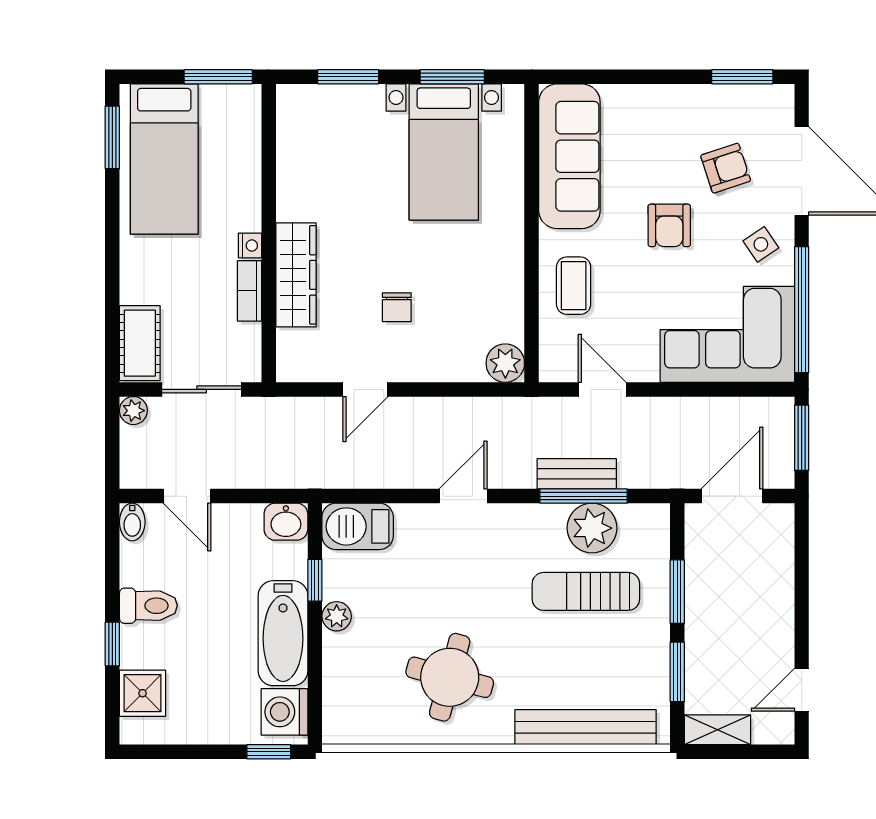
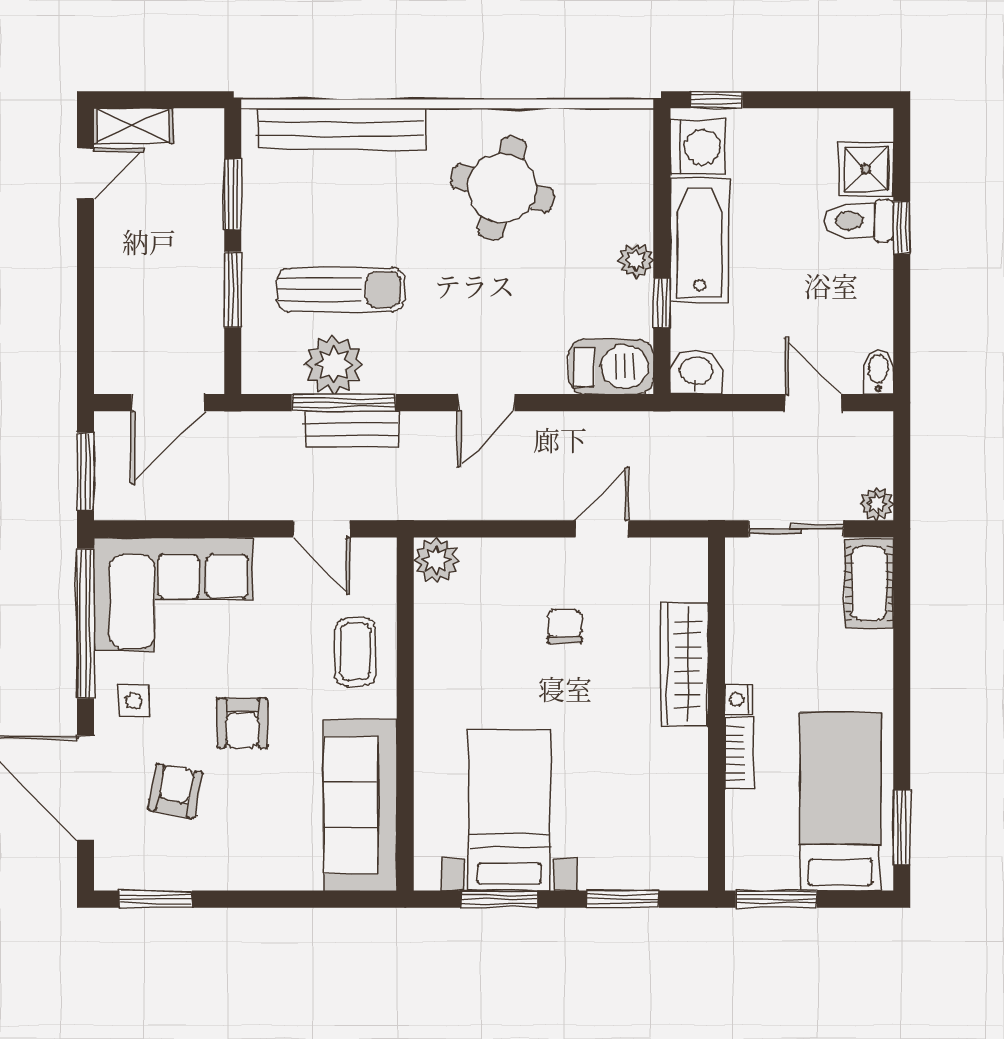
armchair: (726, 168) -> (175, 791), turned 119
armchair: (669, 225) -> (242, 723), turned 180
side table: (761, 244) -> (134, 701), turned 34
bookcase: (249, 291) -> (739, 753), moved
toilet: (148, 606) -> (859, 221), moved
shelving: (717, 730) -> (133, 126), moved

